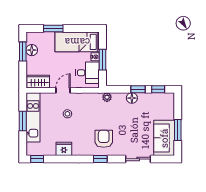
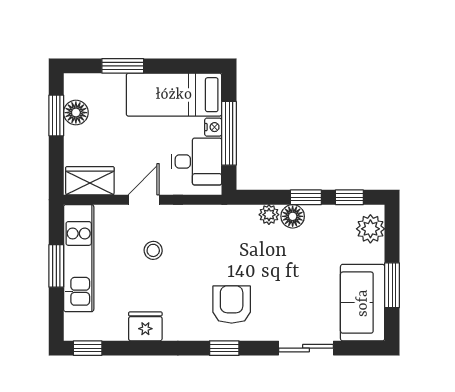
window: (102, 60) -> (229, 133), width x1.44
plant: (107, 97) -> (269, 215), moved
plant: (168, 104) -> (370, 229), added

